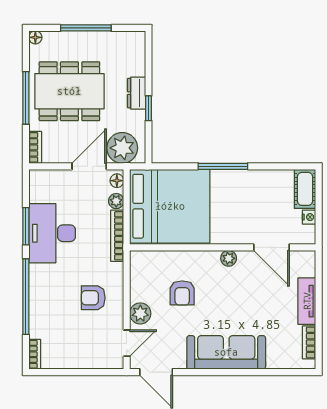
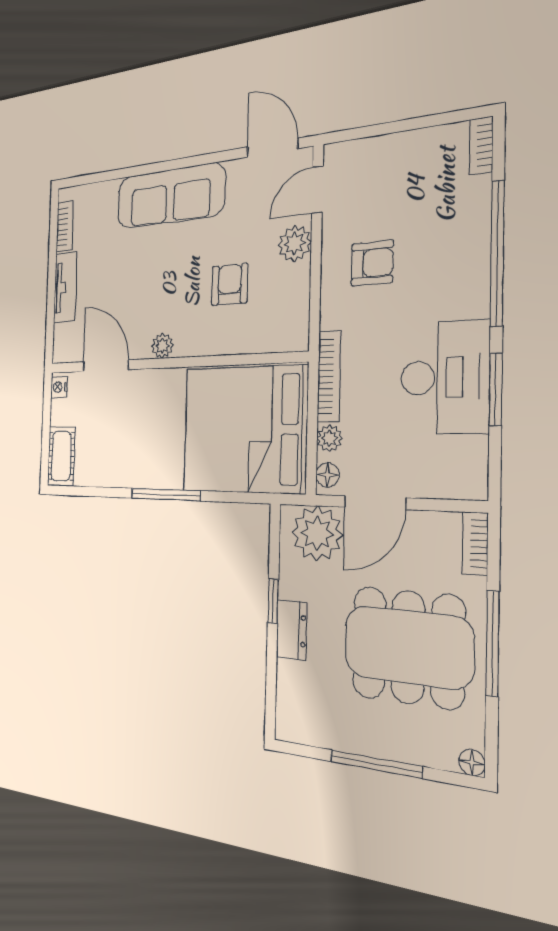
nightstand: (309, 217) -> (59, 387), moved

